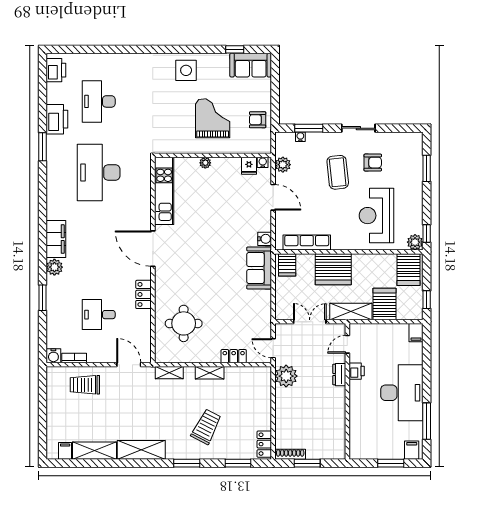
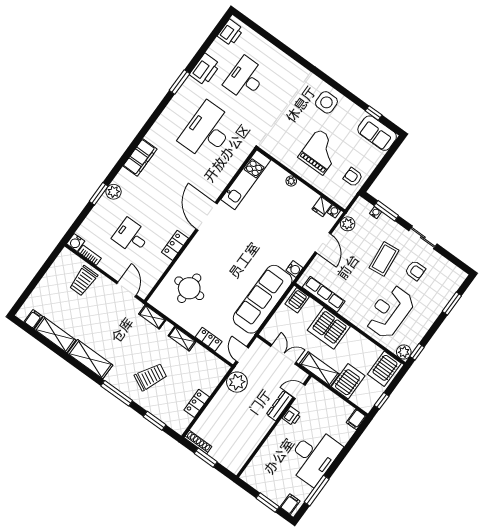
plant: (54, 267) -> (114, 192), moved
sofa: (259, 268) -> (263, 299), width x1.85, depth x1.27
dresser: (339, 375) -> (280, 406), width x1.44
trolley: (85, 385) -> (83, 281), turned -90
locker: (264, 444) -> (197, 403), moved
window: (187, 463) -> (117, 393), width x1.44

